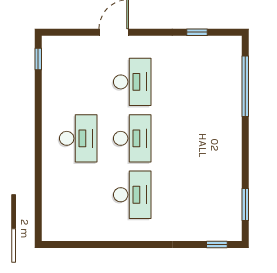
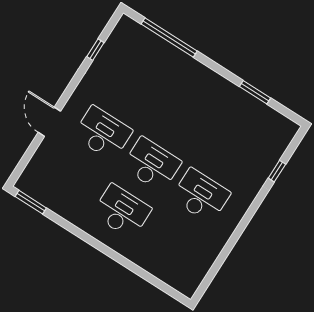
window: (38, 59) -> (31, 202), width x1.50
window: (245, 205) -> (255, 92), moved
window: (217, 244) -> (277, 171), moved

